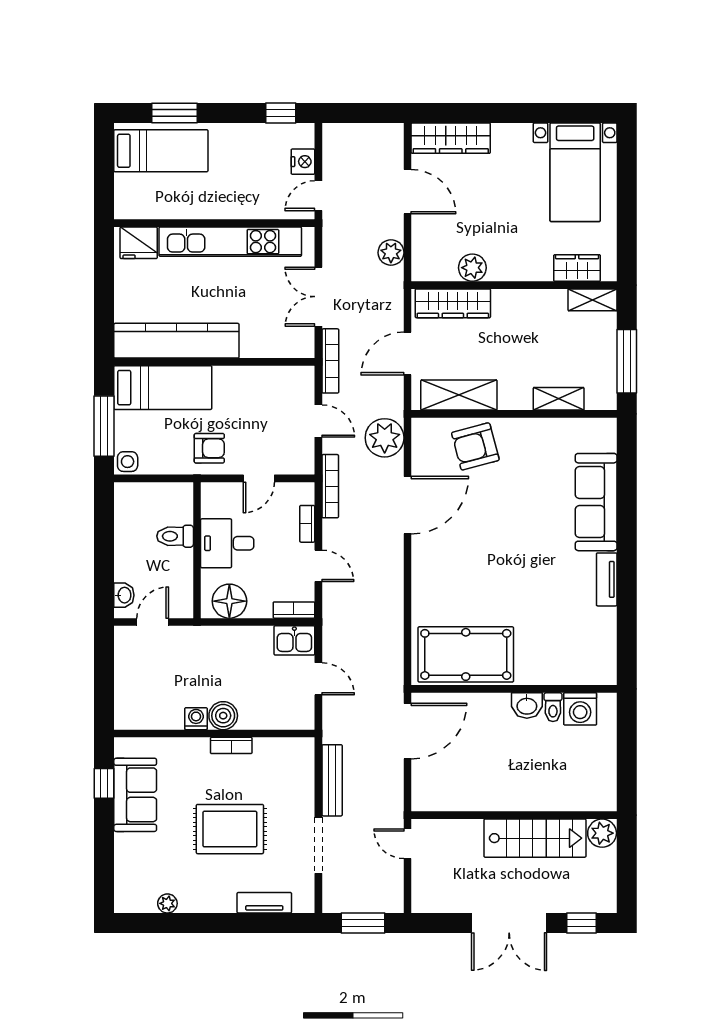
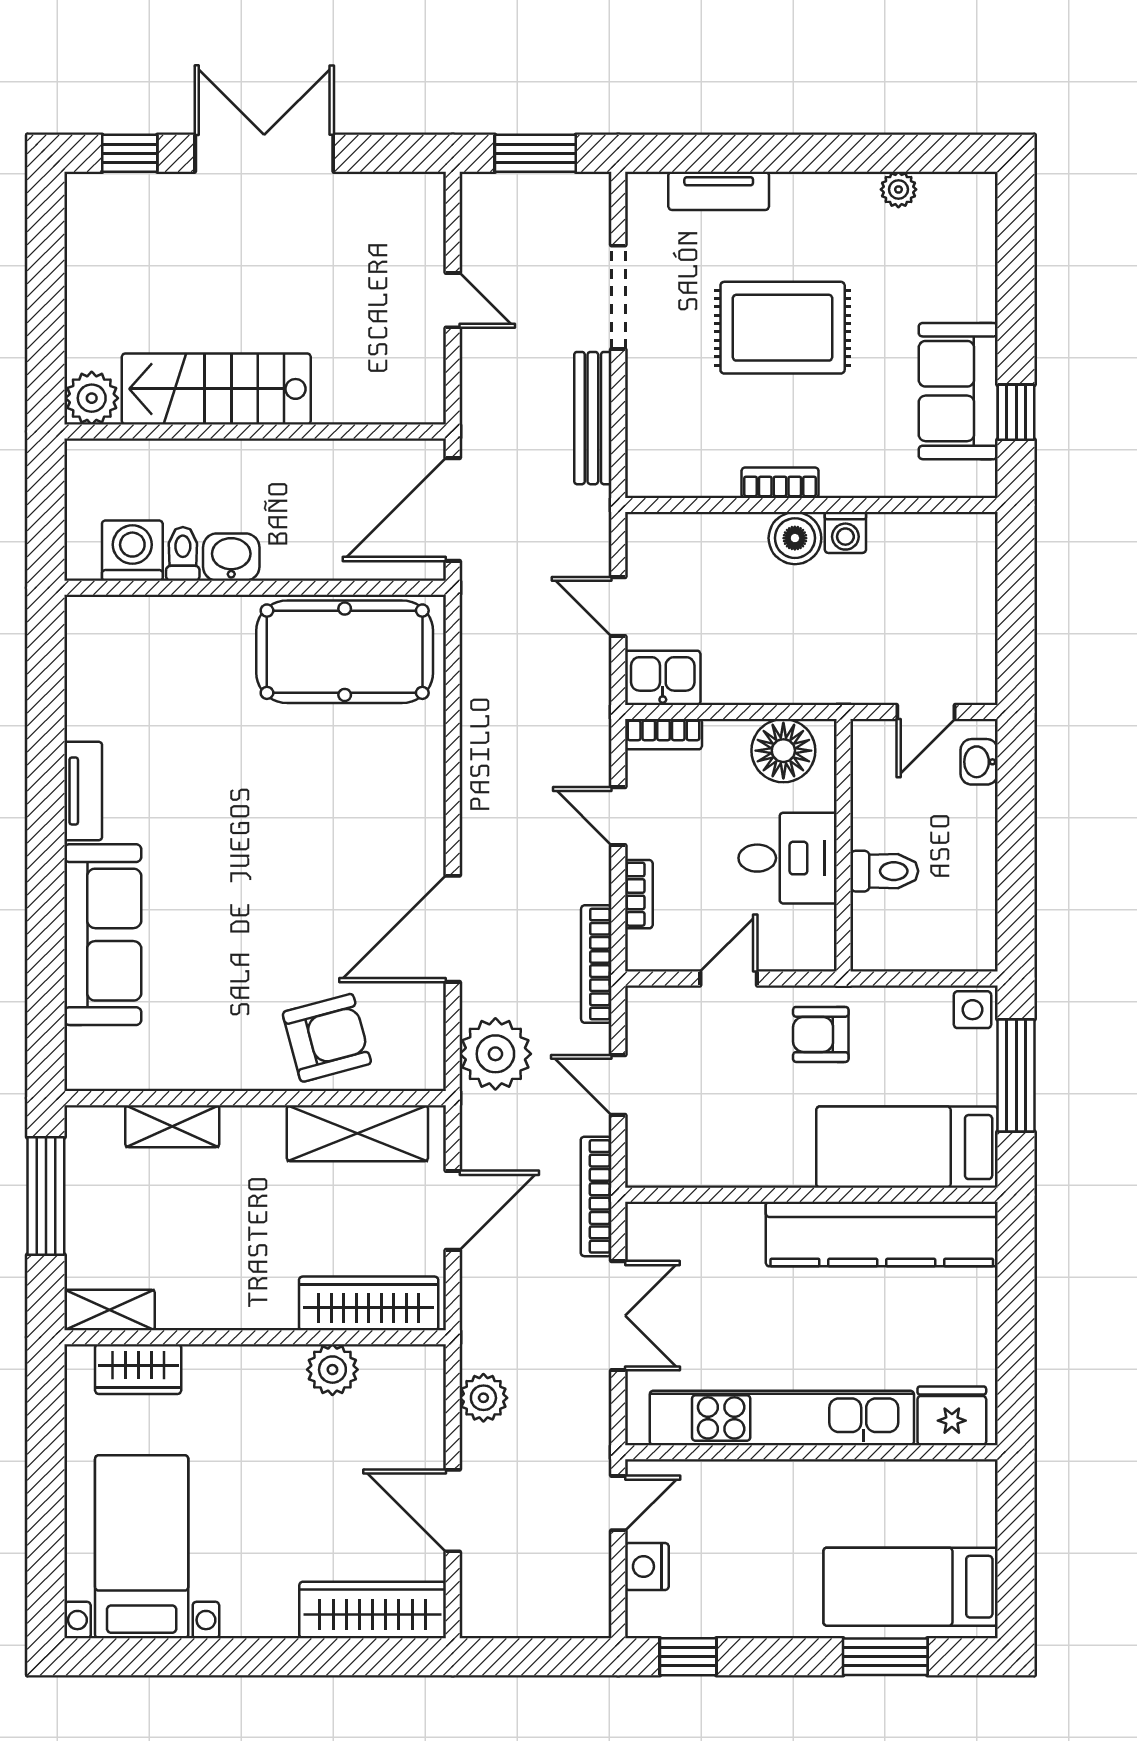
wall: (514, 815) -> (255, 431), moved
plant: (602, 833) -> (92, 398), moved
stairs: (535, 838) -> (216, 389), moved

